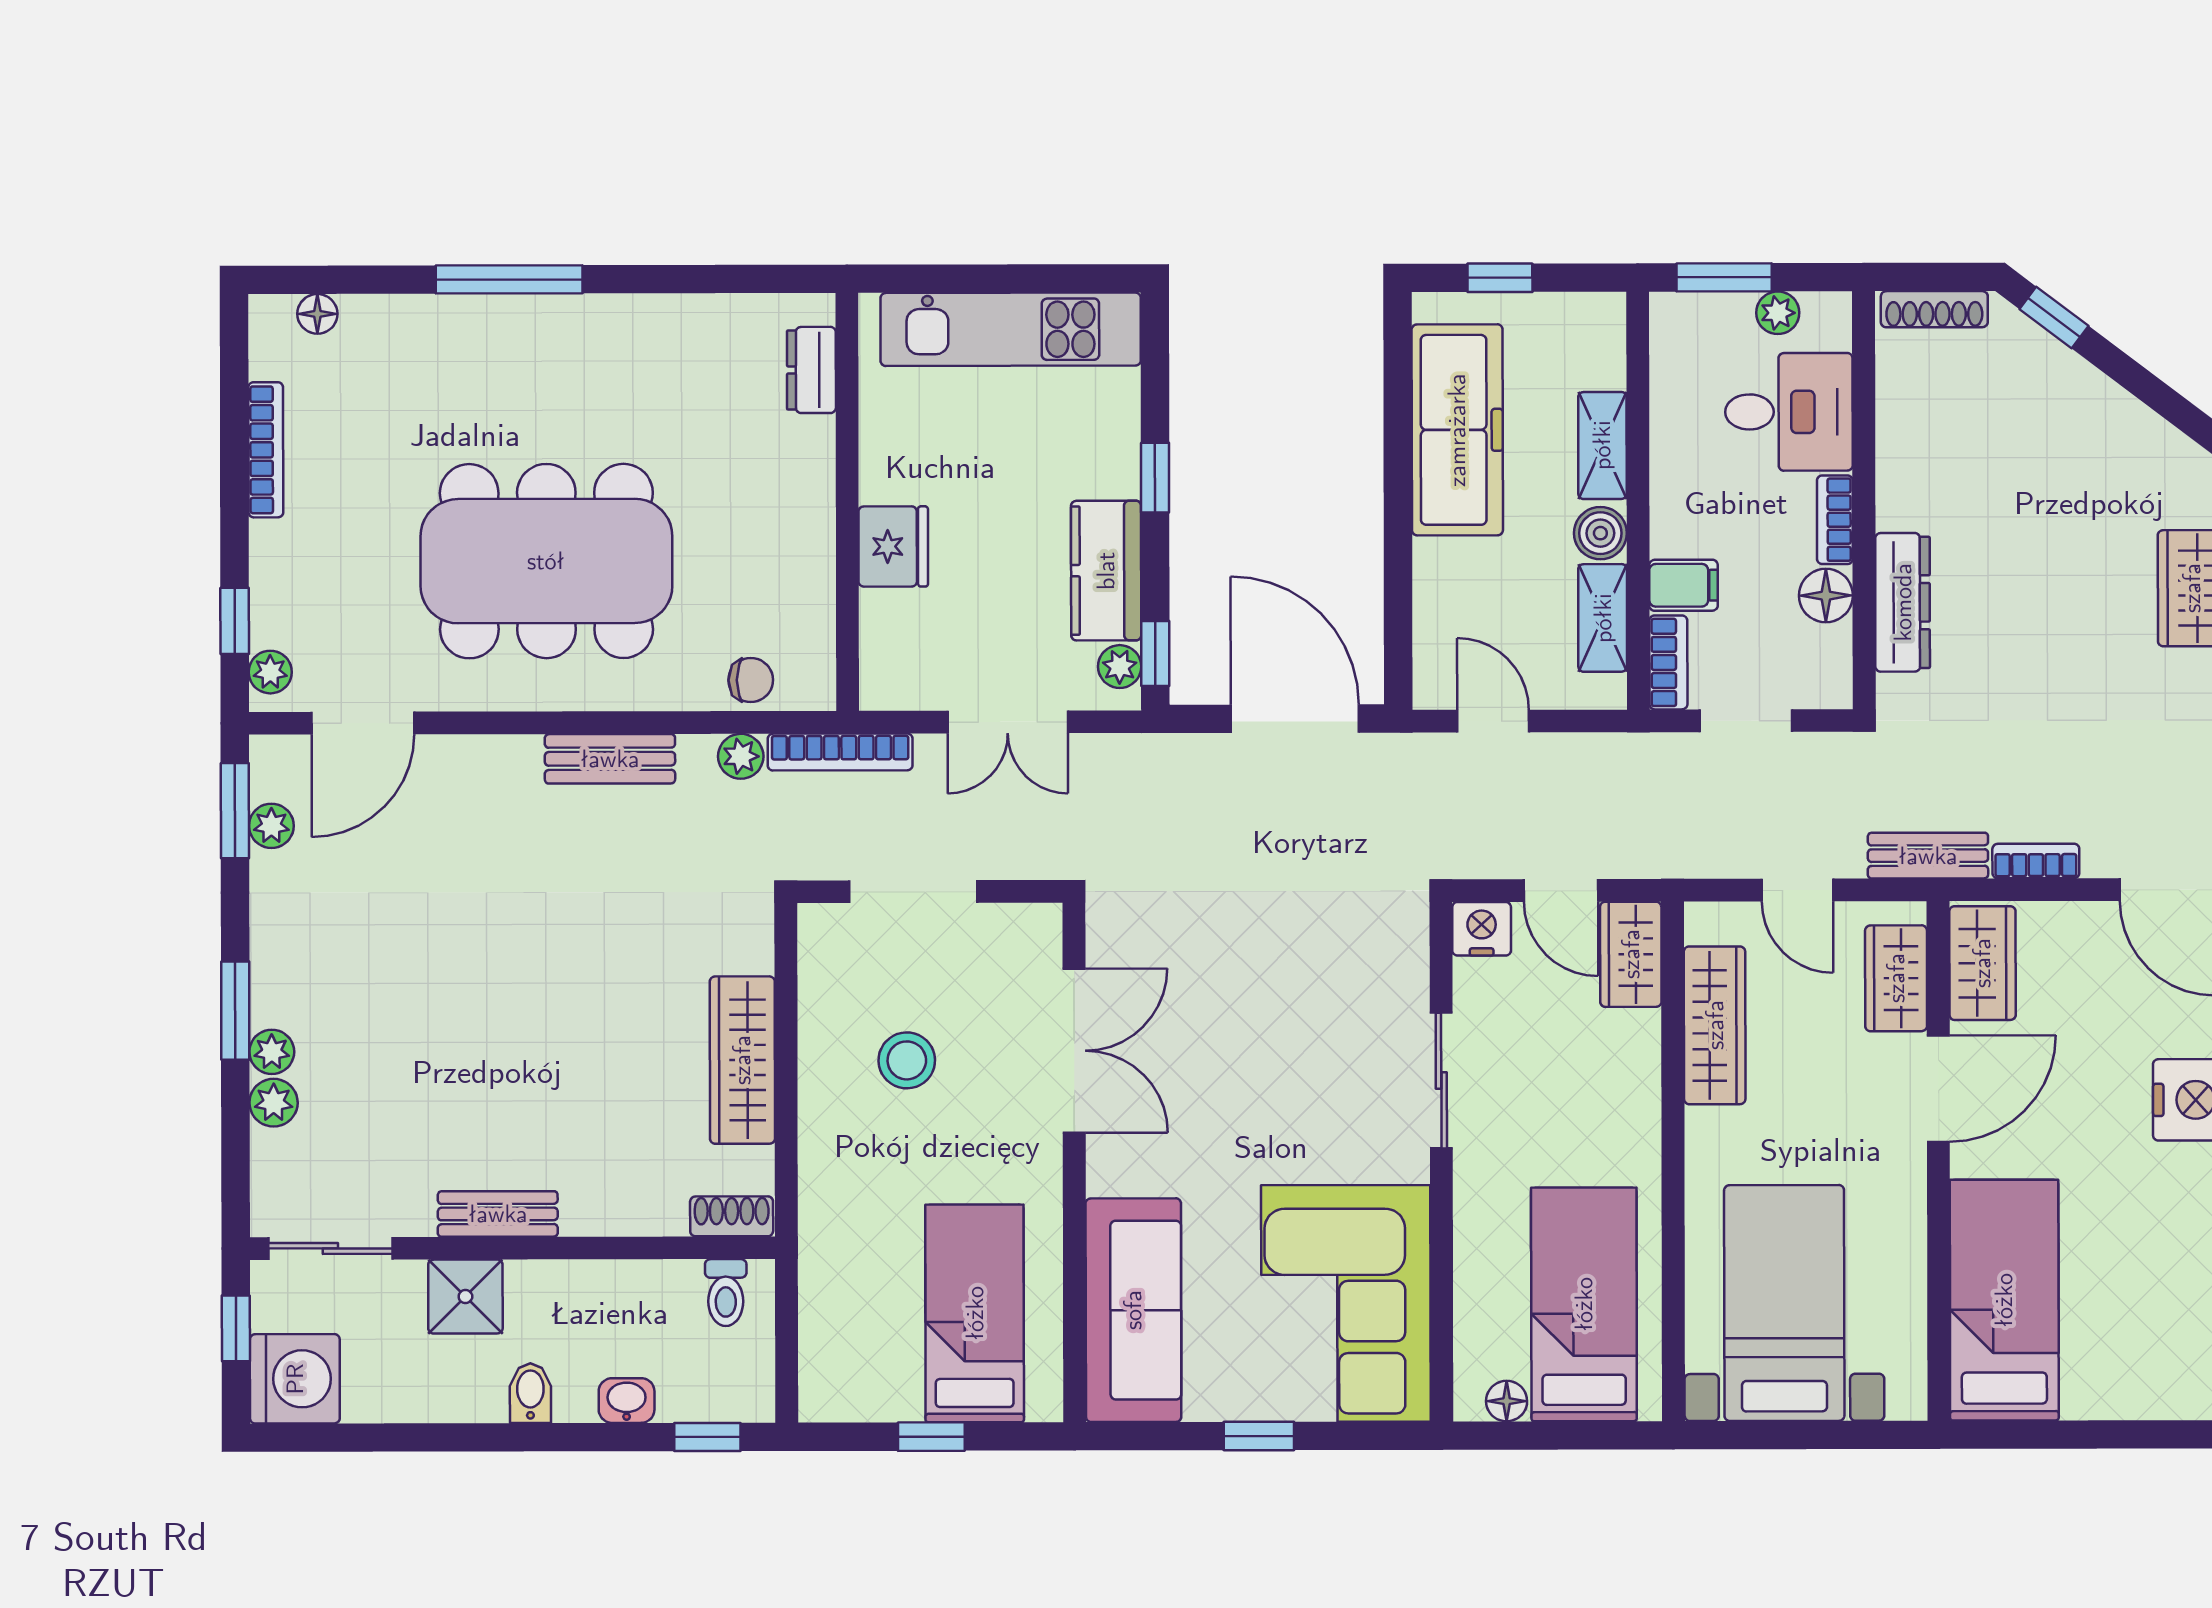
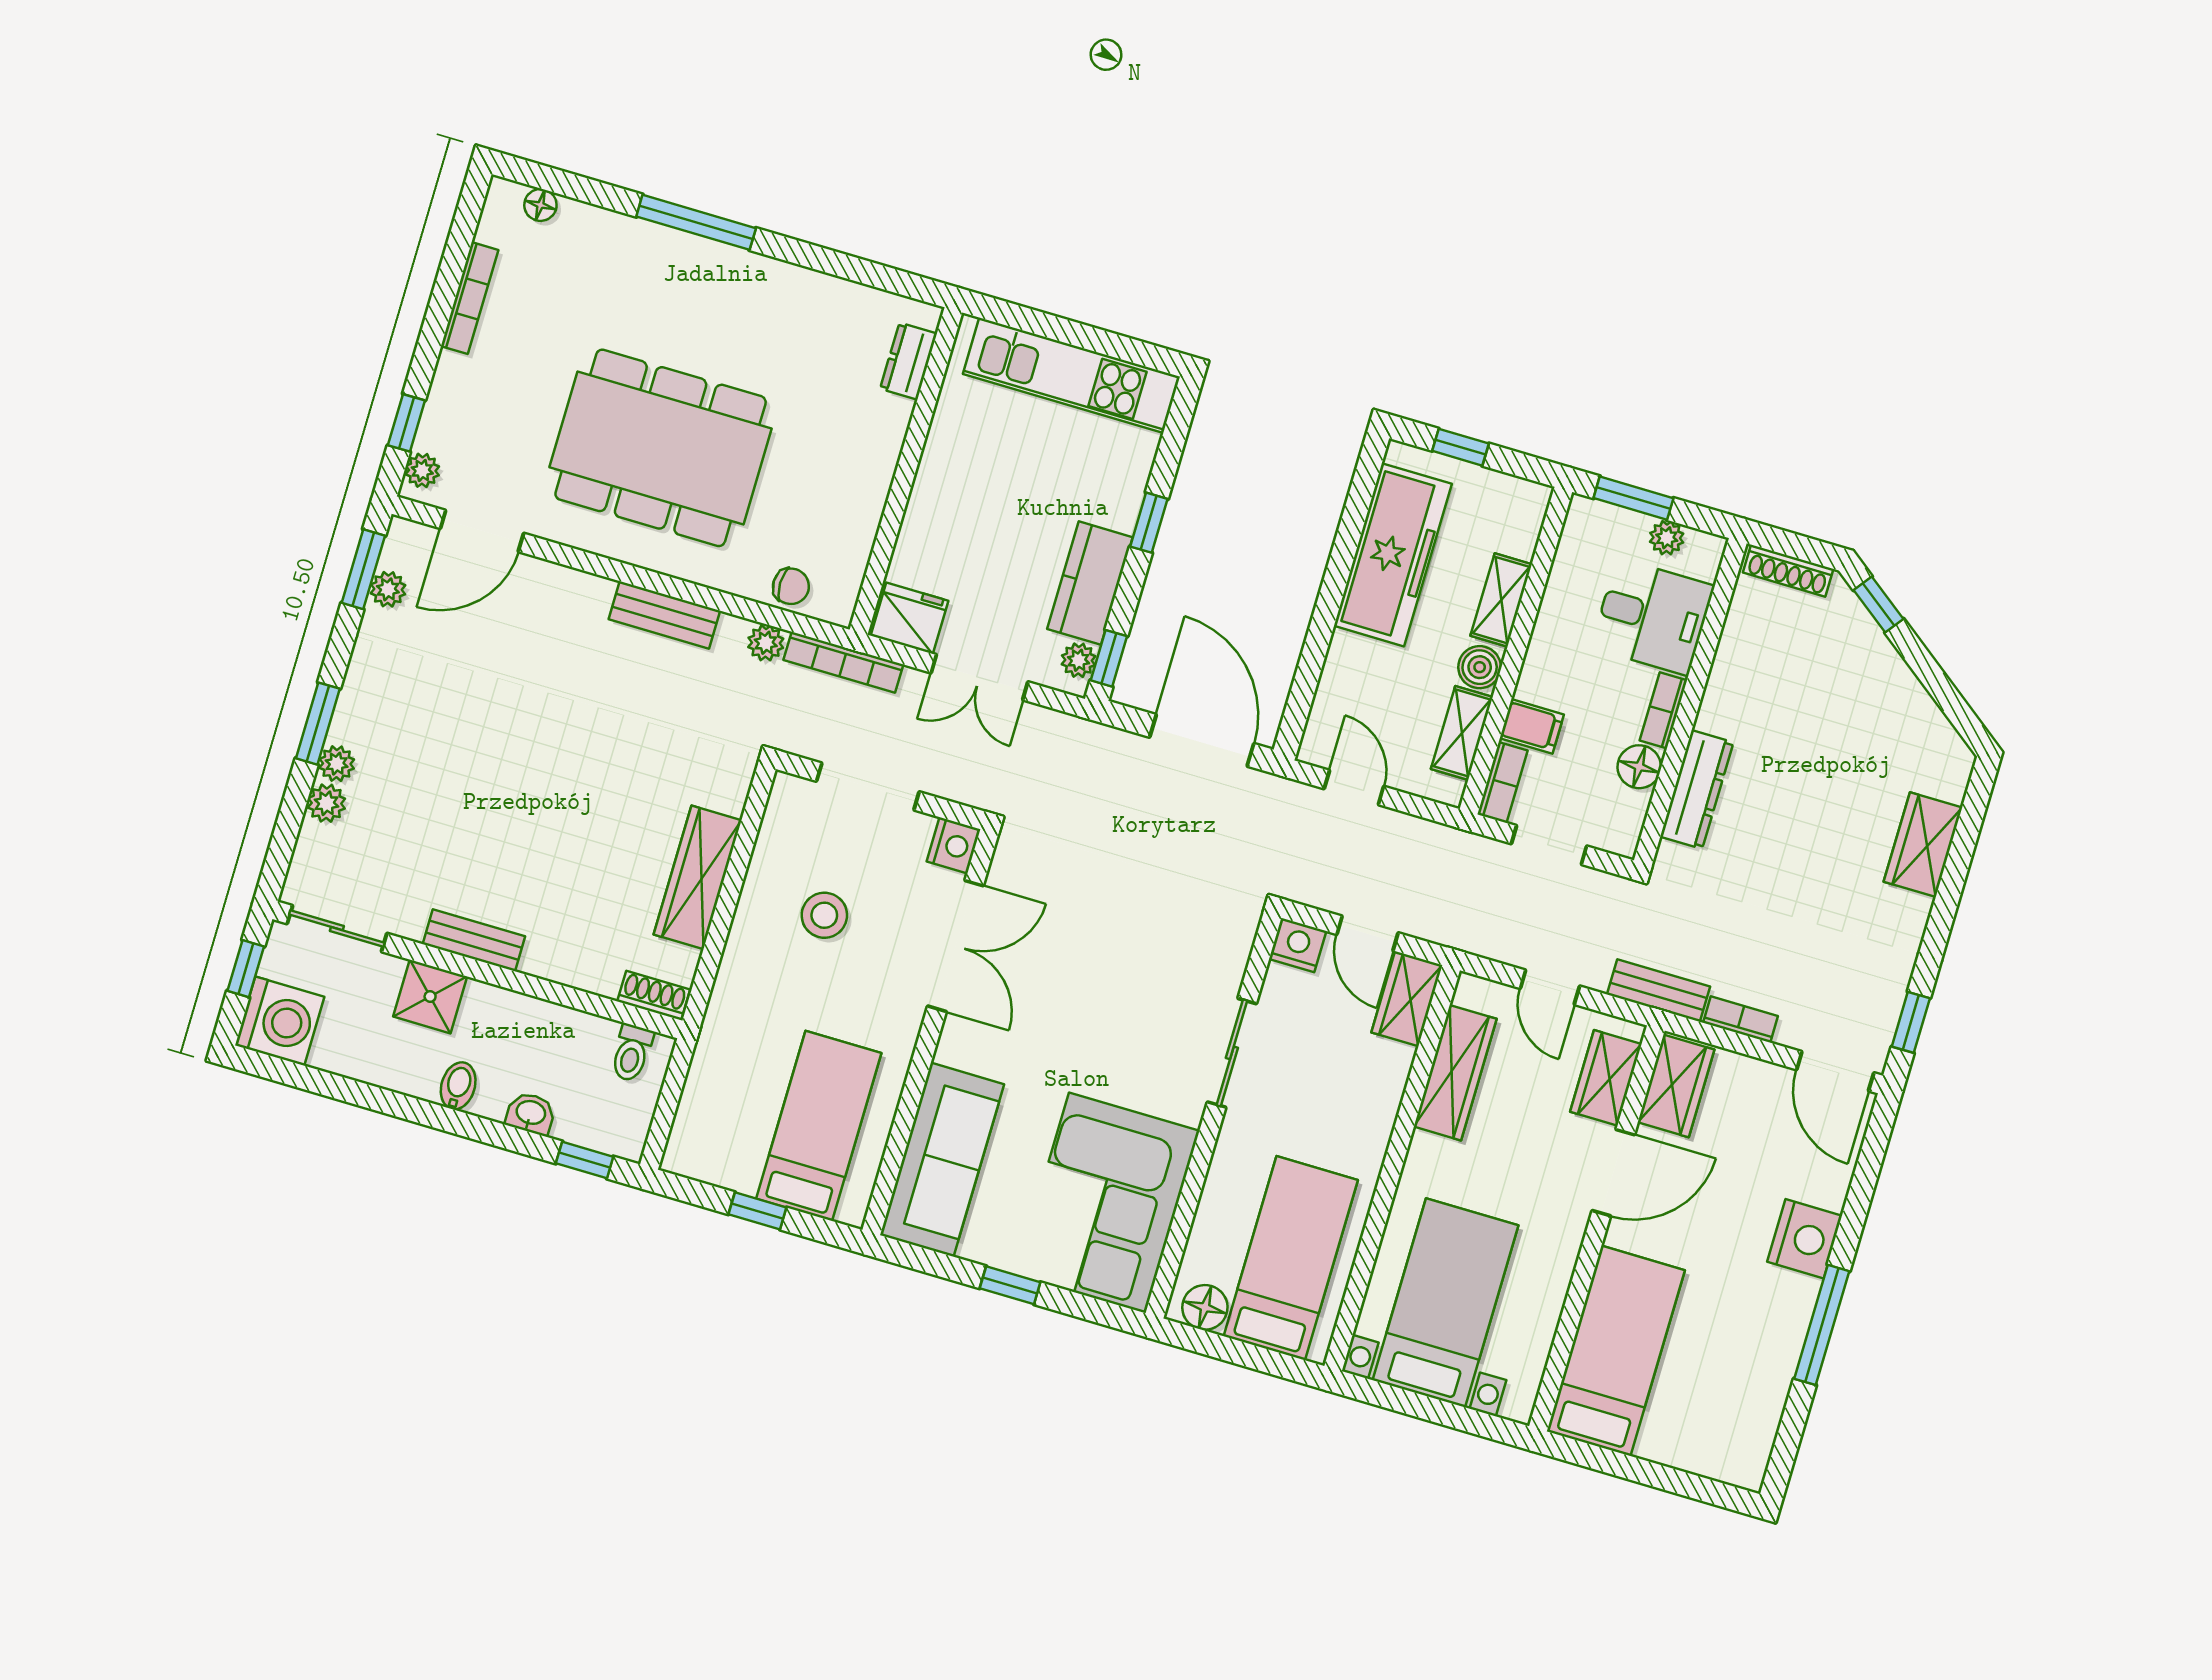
fridge: (893, 546) -> (910, 618), moved, turned -90
nightstand: (1036, 931) -> (954, 845), added
floor lamp: (1507, 1401) -> (1205, 1307), width x1.37, depth x1.37

